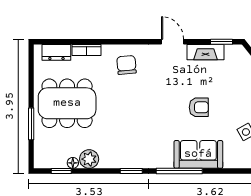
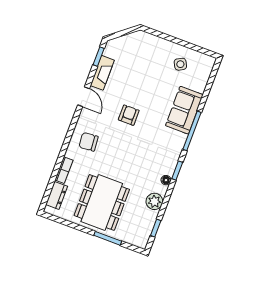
door: (173, 42) -> (84, 97), swing flipped
armchair: (199, 107) -> (129, 115), moved
floor lamp: (73, 163) -> (166, 180), moved

